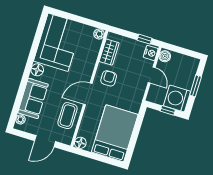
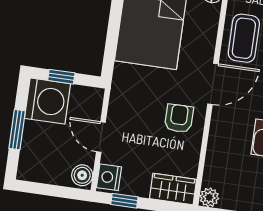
wardrobe: (109, 52) -> (173, 189), moved, turned 90
armchair: (109, 78) -> (179, 118), turned 180

